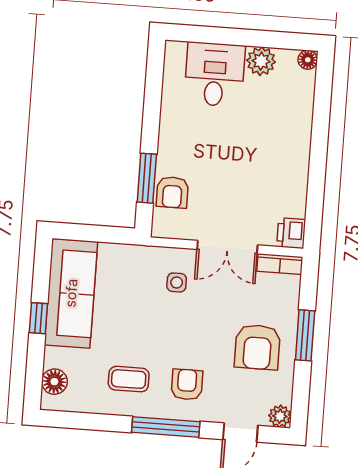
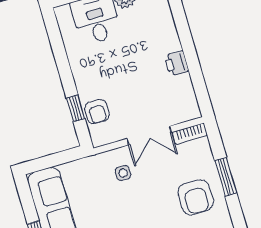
window: (147, 178) -> (76, 108), width x0.67
printer: (291, 233) -> (177, 63), moved

